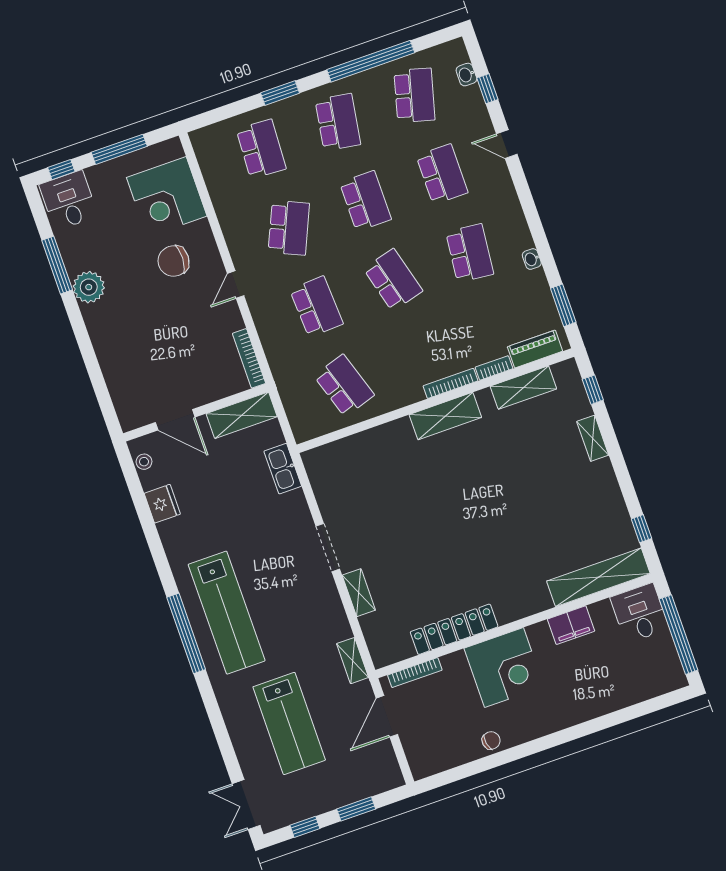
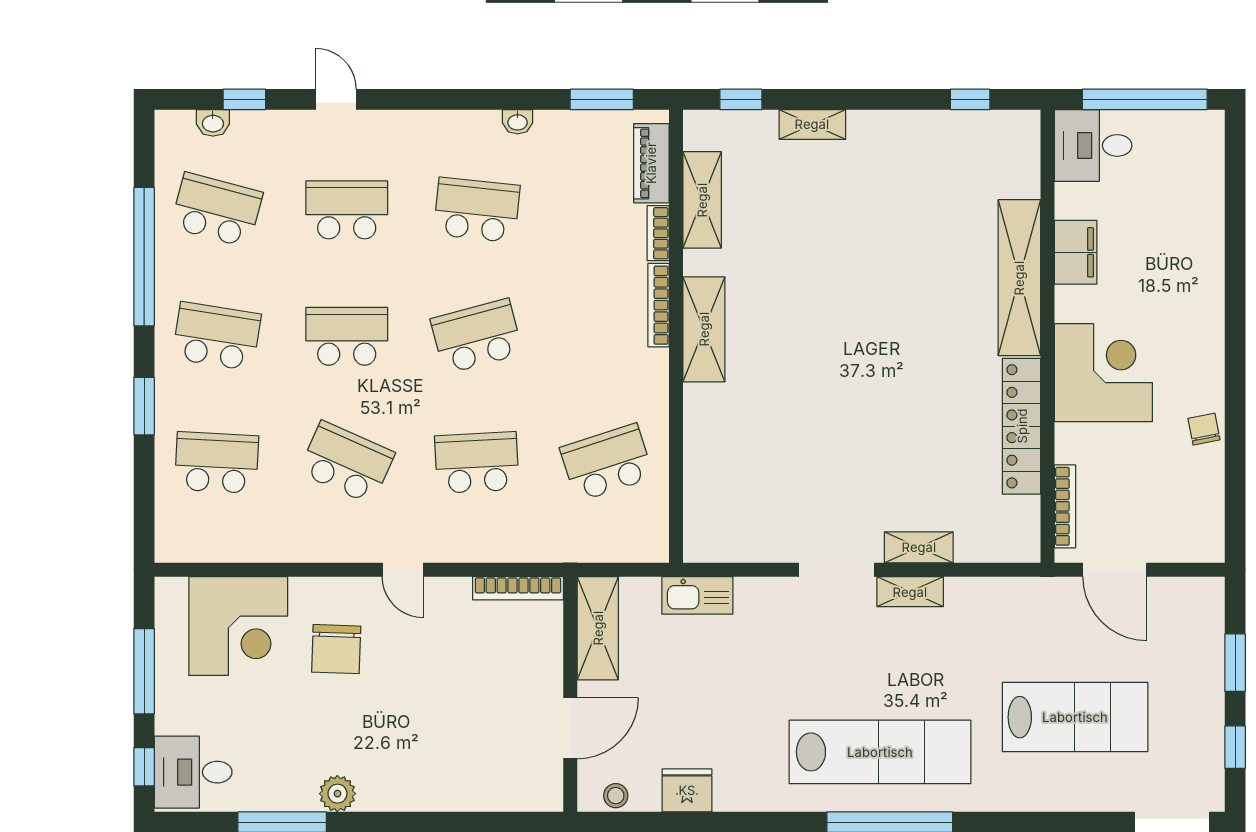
door: (507, 144) -> (336, 99), swing flipped
plant: (89, 287) -> (337, 794), width x0.73, depth x0.73
shelving: (598, 577) -> (1019, 278), moved
shelving: (353, 661) -> (910, 592), moved

